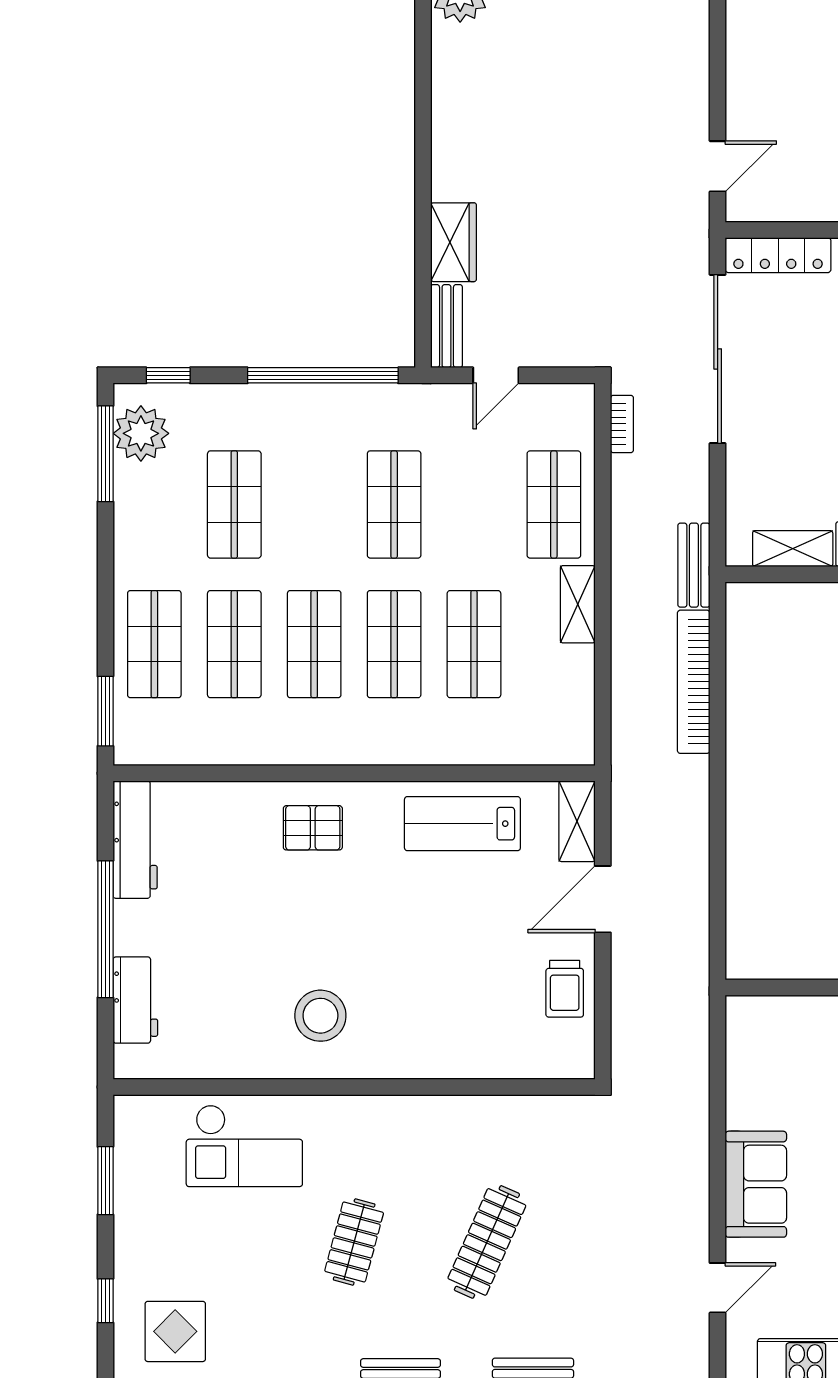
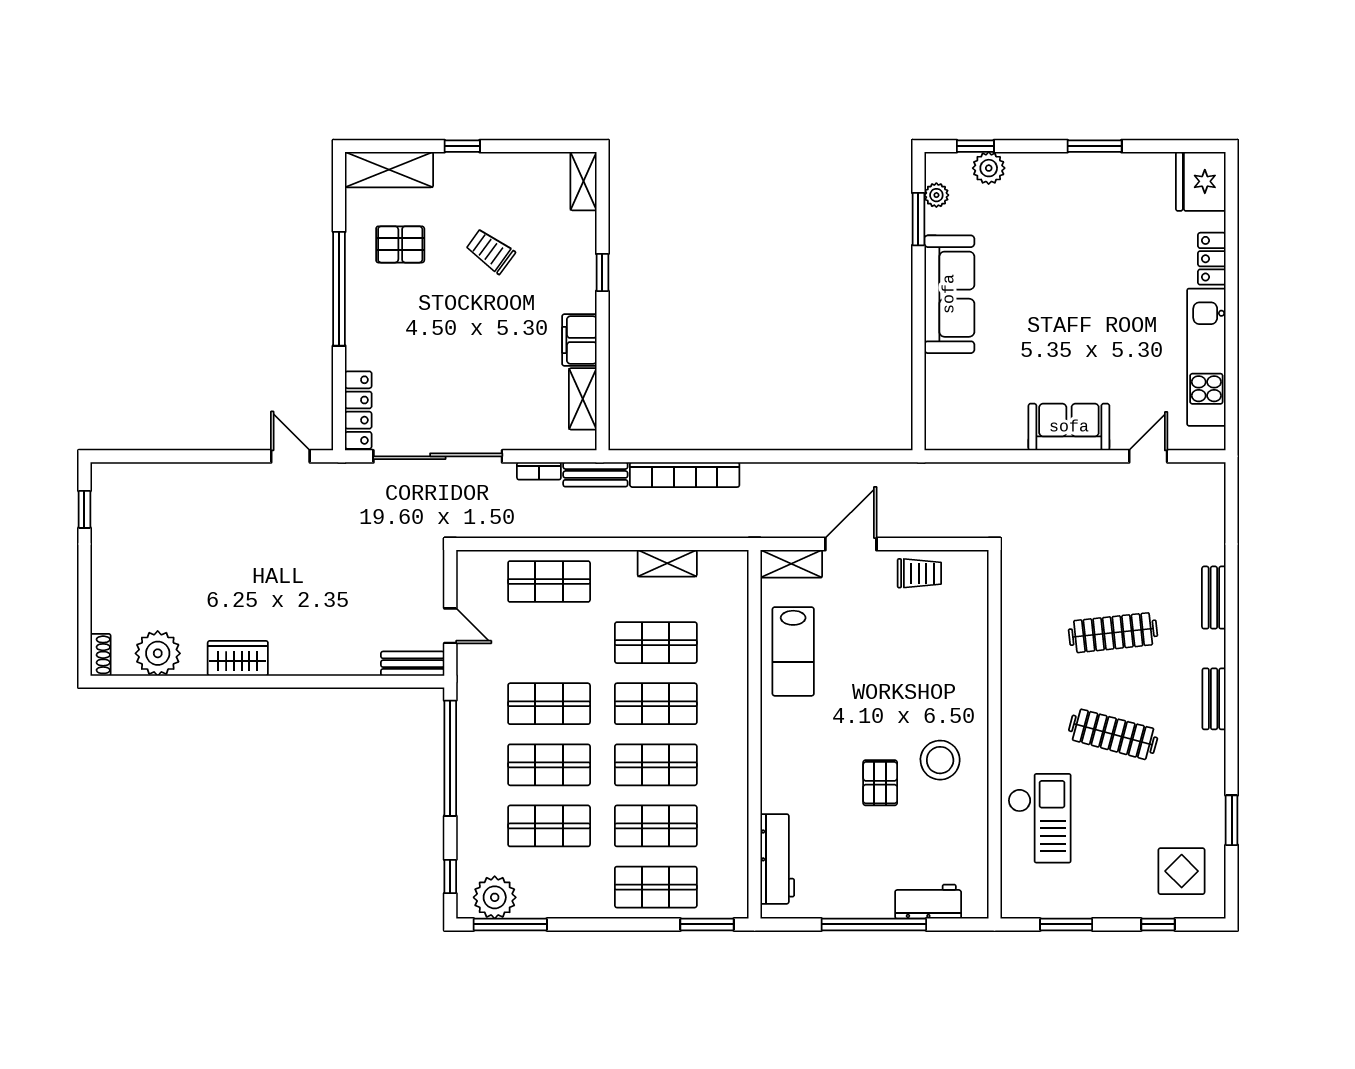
wardrobe: (453, 242) -> (238, 658), moved
bookcase: (622, 424) -> (539, 471), moved, turned 180
shop shelf: (314, 504) -> (549, 765), added
shelving: (578, 604) -> (667, 563), moved
pallet: (313, 828) -> (880, 783), moved
workbench: (135, 840) -> (777, 859), moved, turned 90
door: (603, 899) -> (851, 544), swing flipped
clothes rail: (354, 1242) -> (1113, 734), width x1.36
clothes rail: (487, 1242) -> (1113, 633), turned -30
door: (718, 1288) -> (1148, 456), hinge flipped

